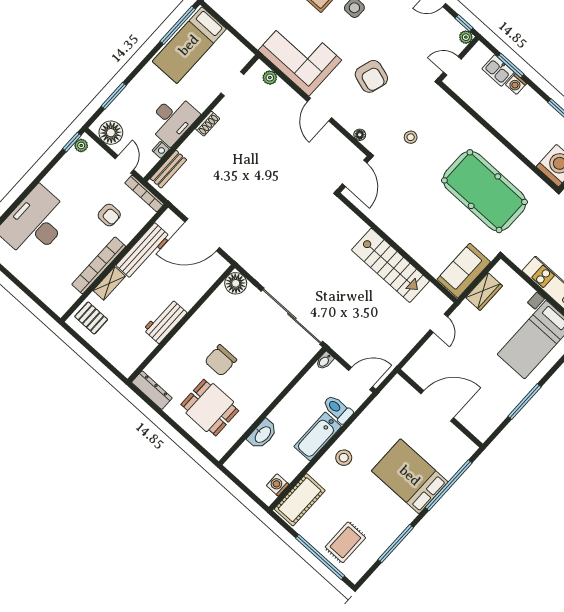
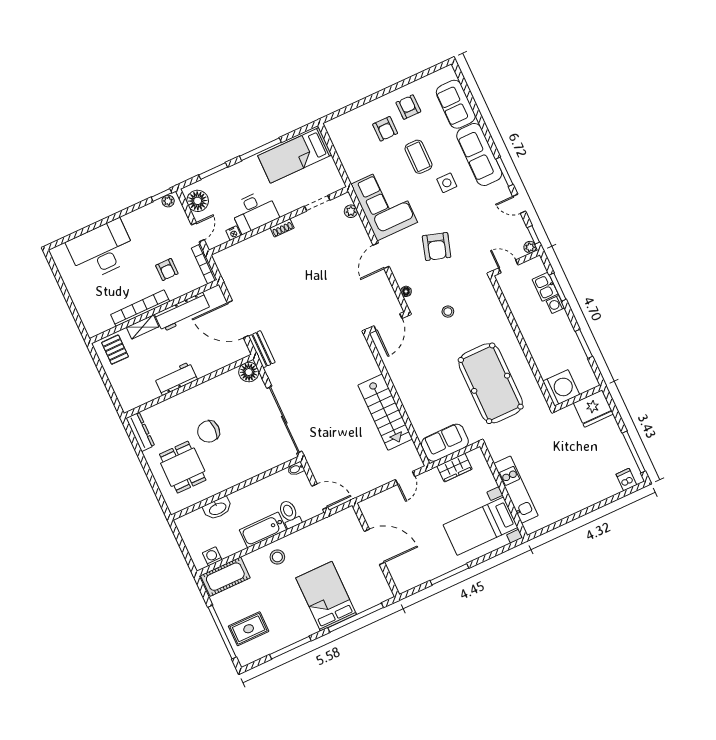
window: (178, 25) -> (260, 149), moved
bench: (168, 169) -> (262, 349), moved, turned 90

